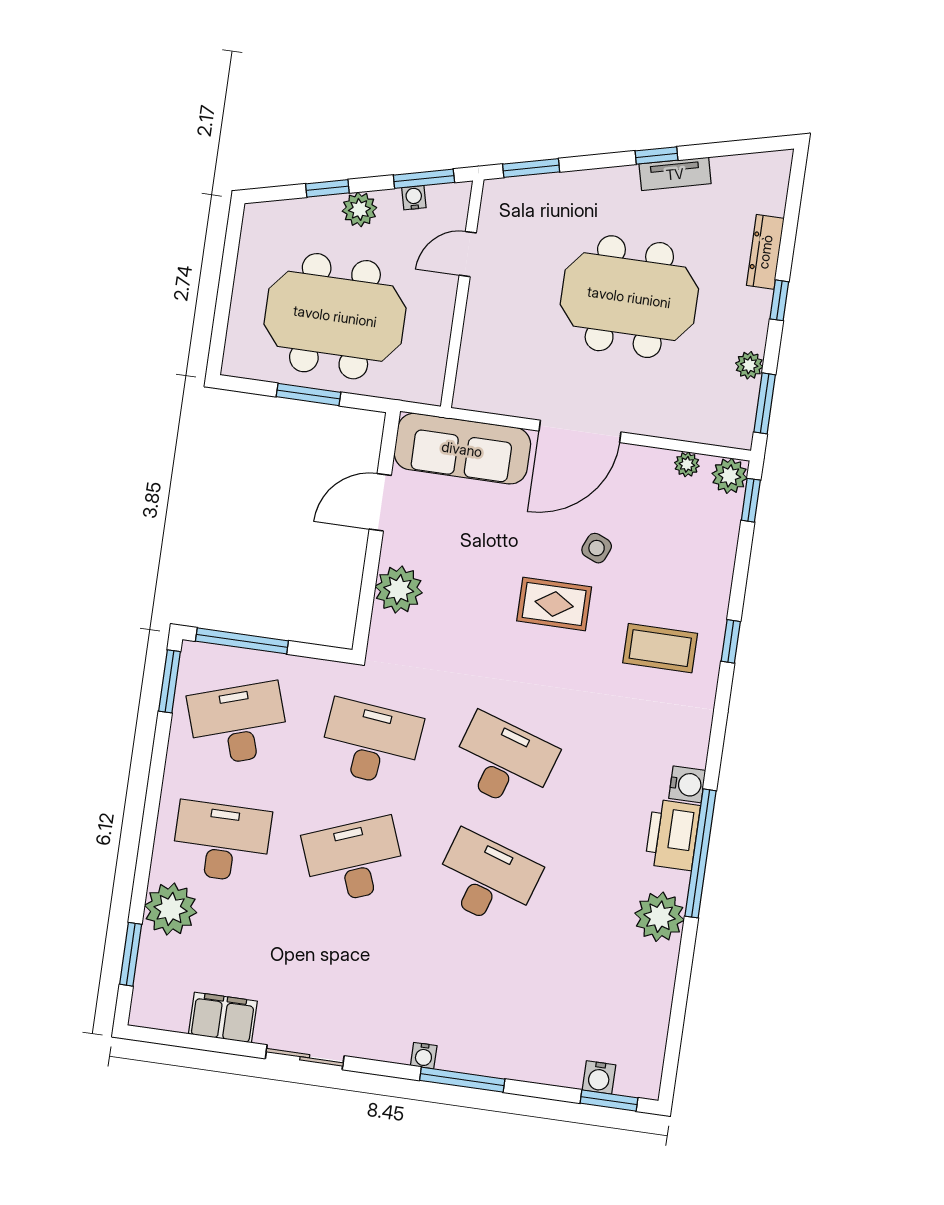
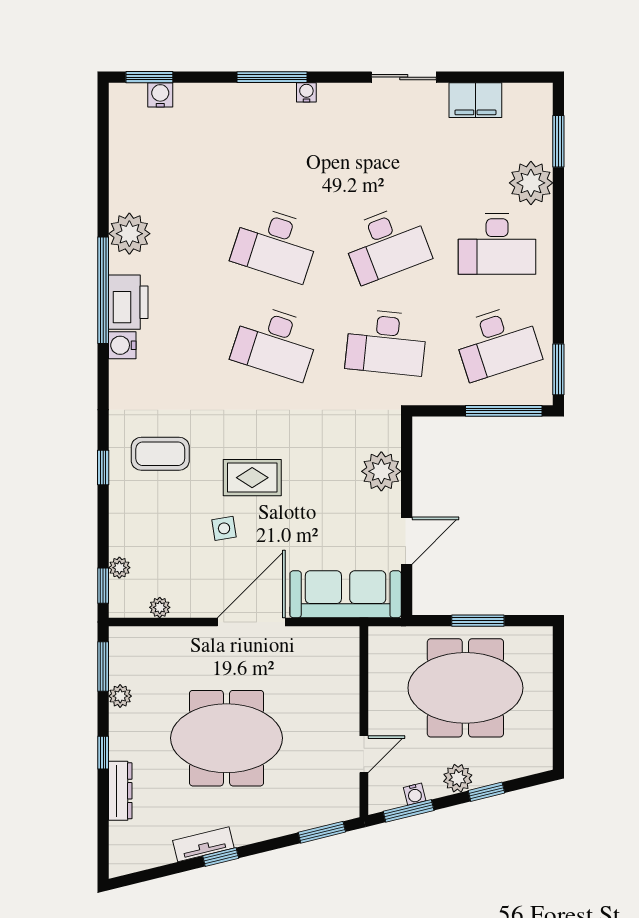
plant: (730, 476) -> (119, 568), moved, width x0.73, depth x0.73
side table: (597, 548) -> (224, 528), turned -32

